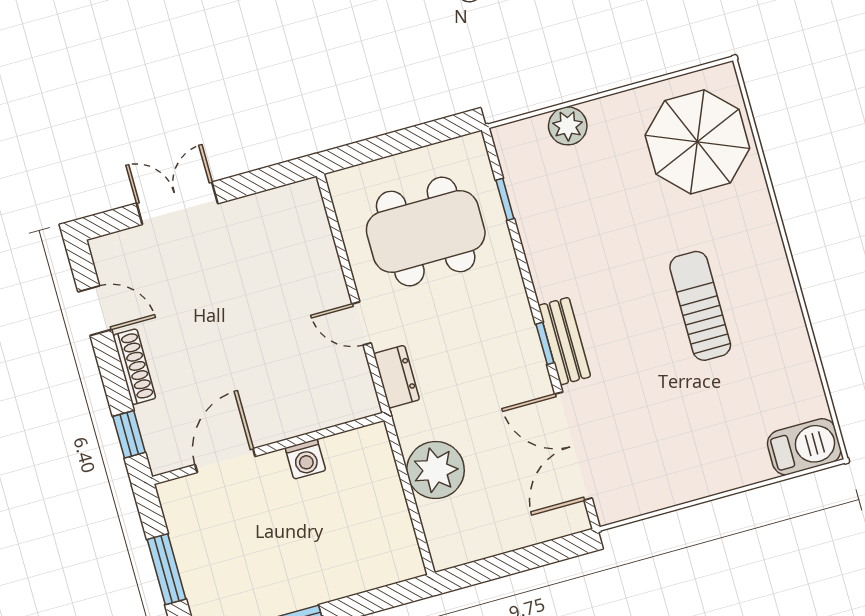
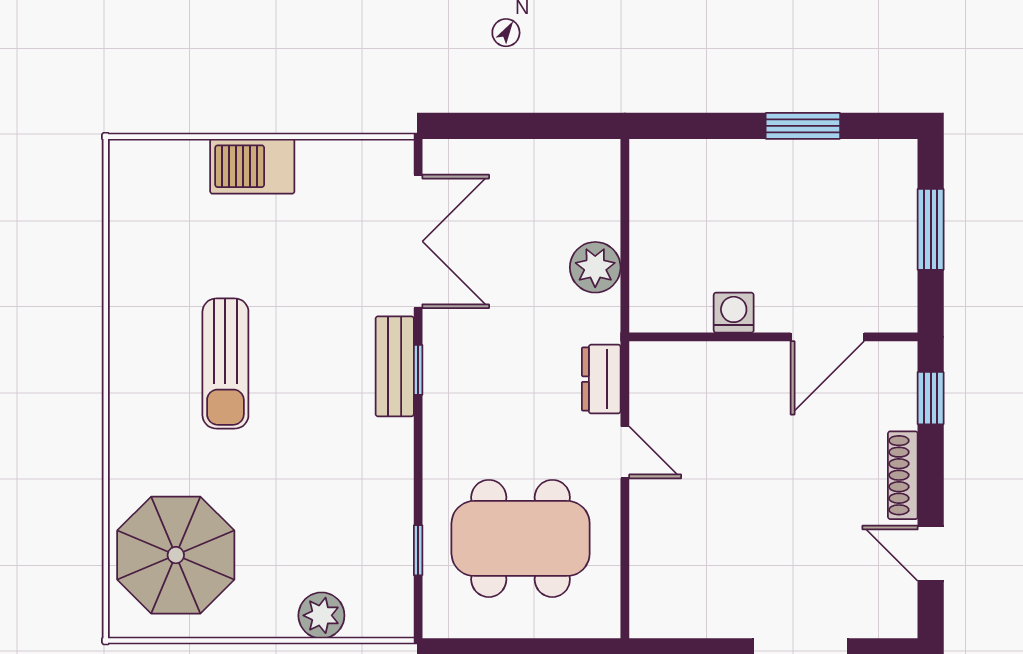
barbecue: (804, 447) -> (252, 166), moved
plant: (436, 470) -> (595, 267), width x0.73, depth x0.73

